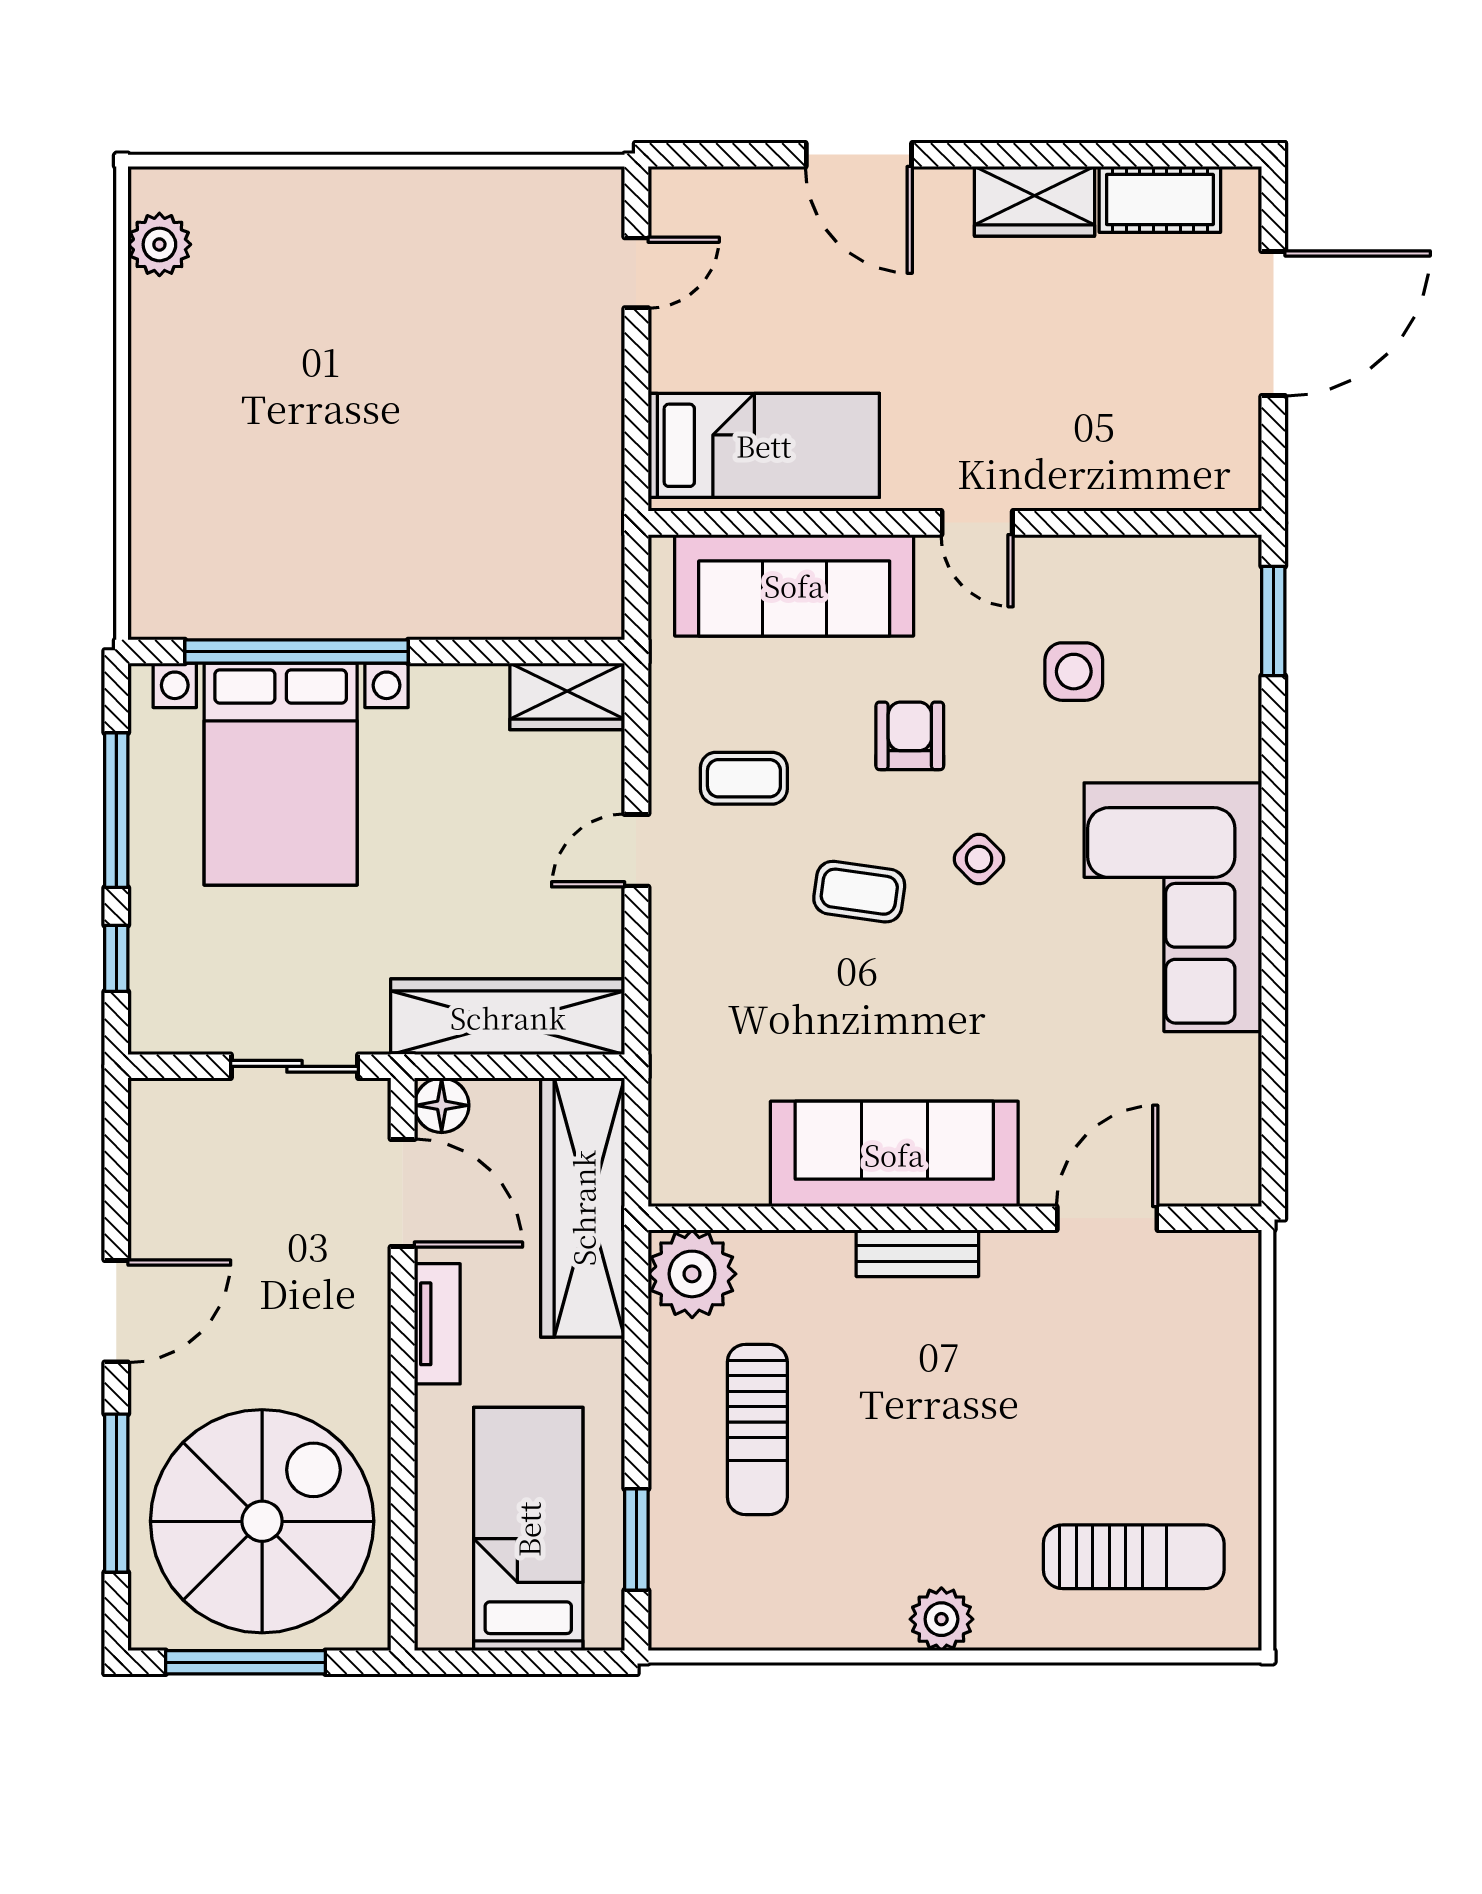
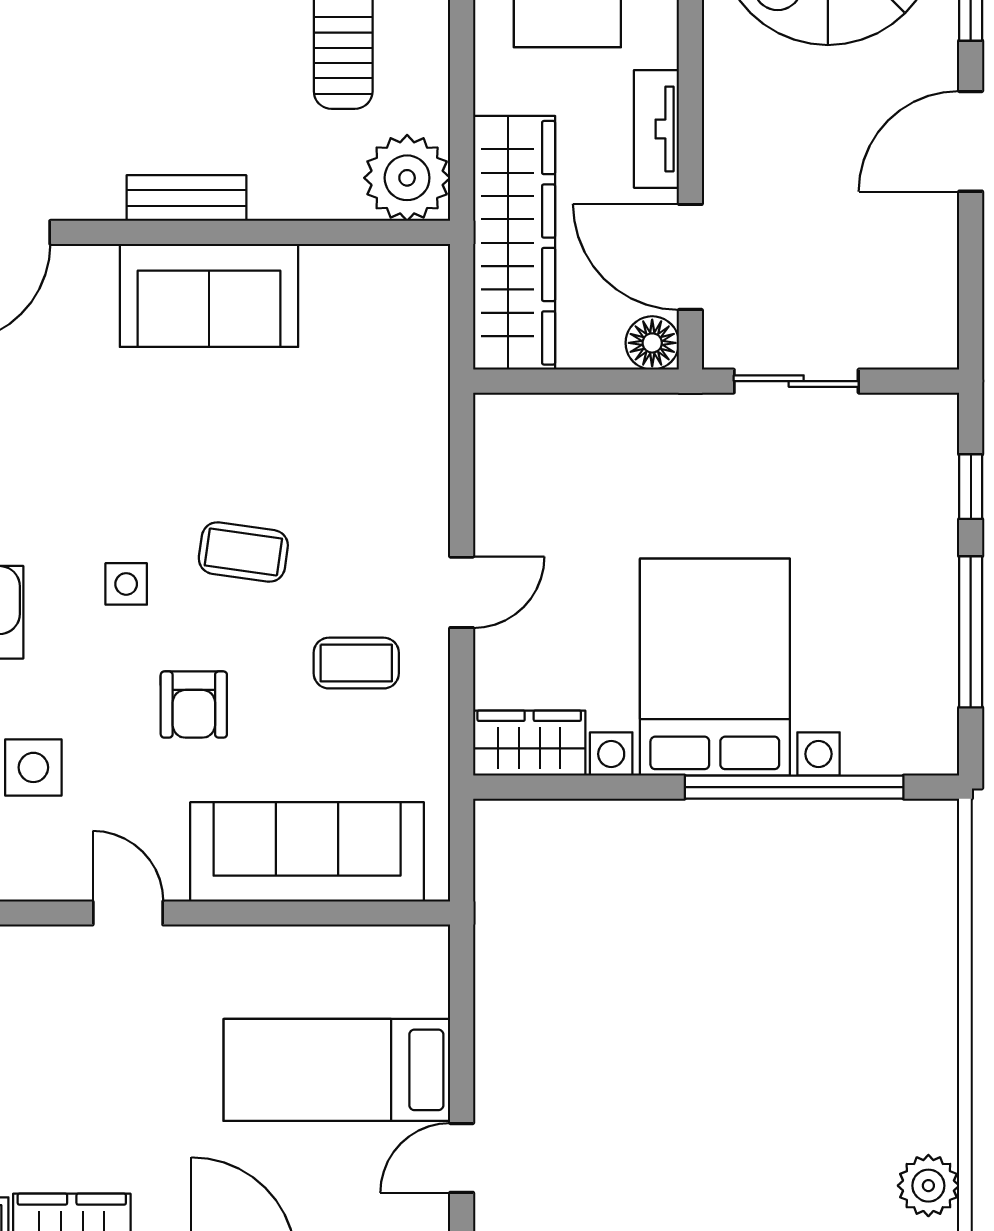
bed: (764, 445) -> (337, 1070), moved
bed with nightstands: (281, 774) -> (715, 667), moved
side table: (979, 859) -> (126, 584), turned 45
wardrobe: (508, 1017) -> (588, 430), removed
sofa: (894, 1154) -> (209, 295), width x0.73

